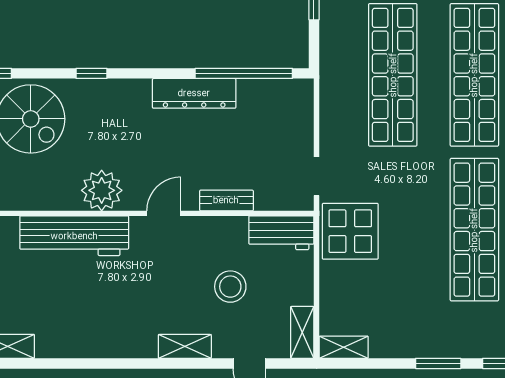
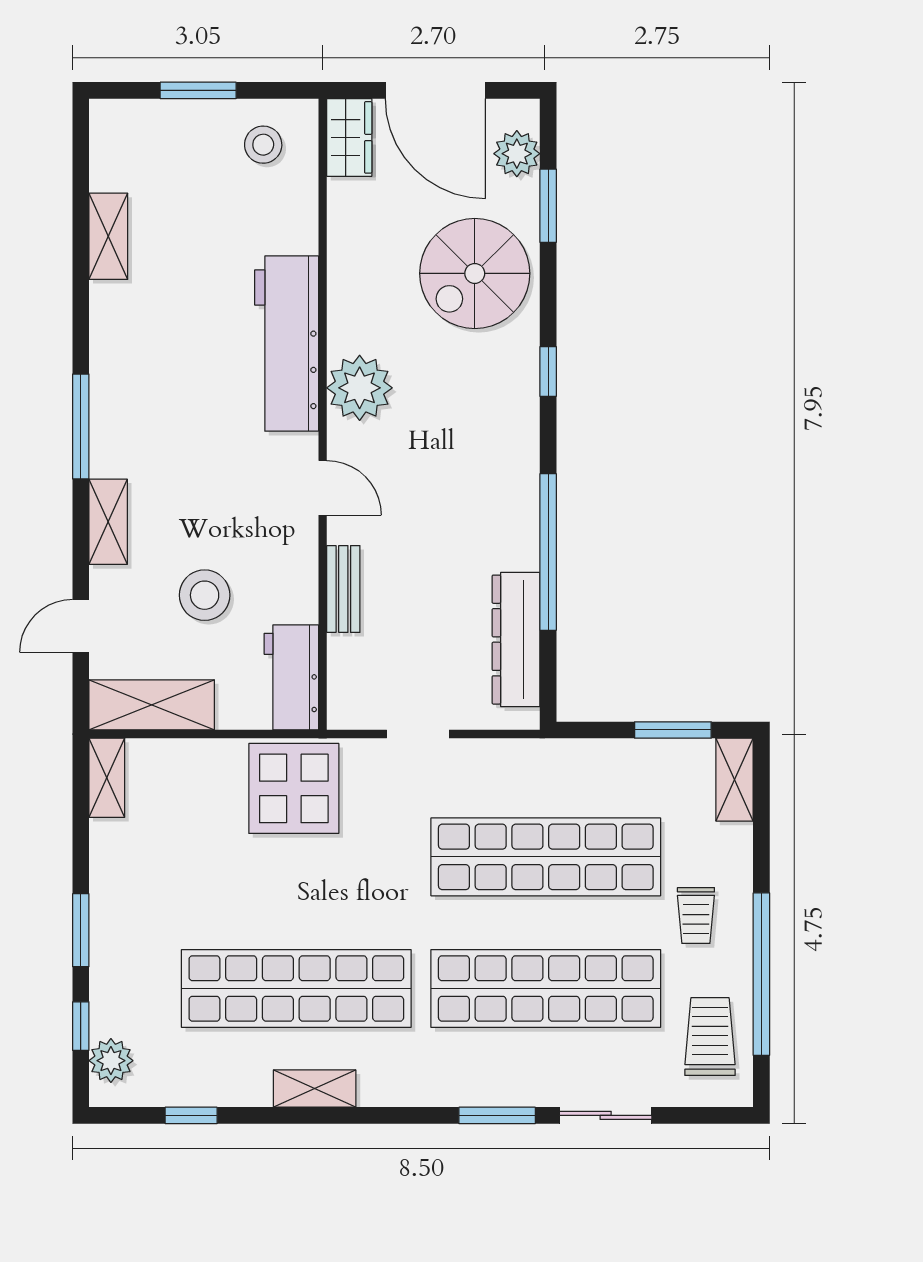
window: (244, 73) -> (548, 552), moved
dresser: (194, 93) -> (516, 640), moved
doorway: (317, 176) -> (418, 734), moved
shelving: (302, 332) -> (152, 705), width x1.50, depth x1.33
window: (126, 363) -> (81, 426), added

